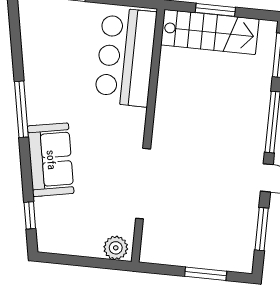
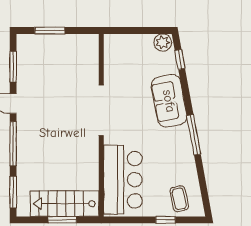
coffee table: (50, 23) -> (179, 199), added
doorway: (143, 184) -> (101, 110), moved
plant: (116, 248) -> (163, 42), moved

